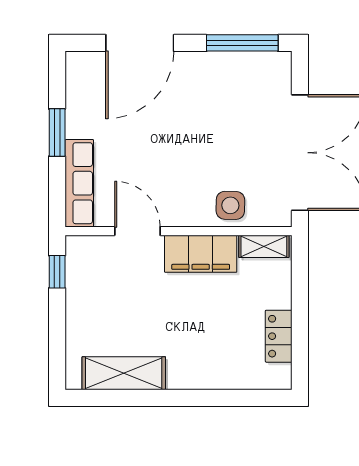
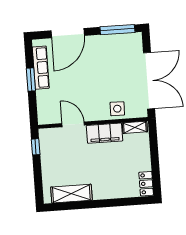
row of seats: (79, 183) -> (41, 68), moved
locker: (279, 336) -> (146, 184), moved

